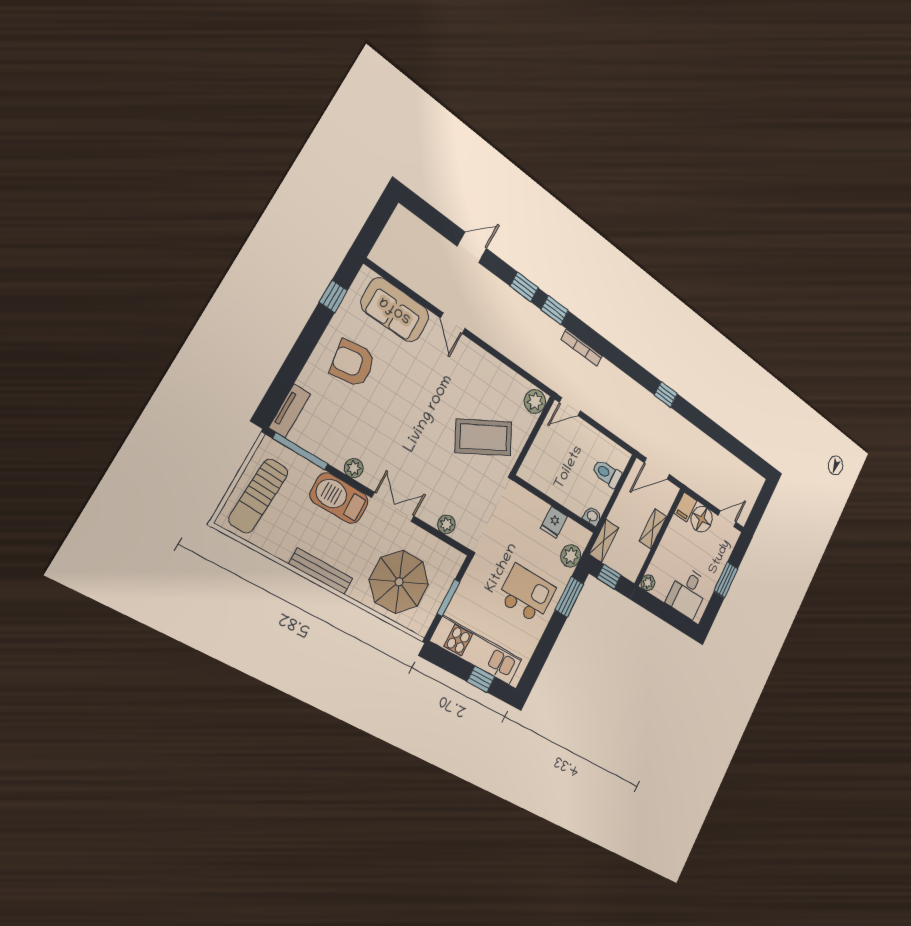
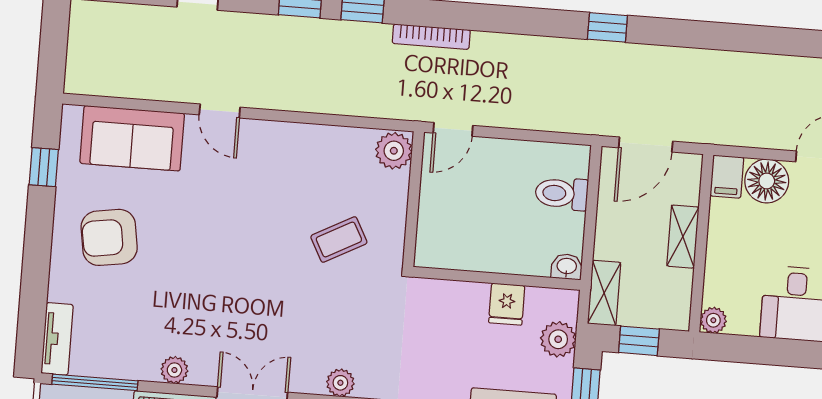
coffee table: (484, 437) -> (339, 239), width x0.54, depth x0.58

